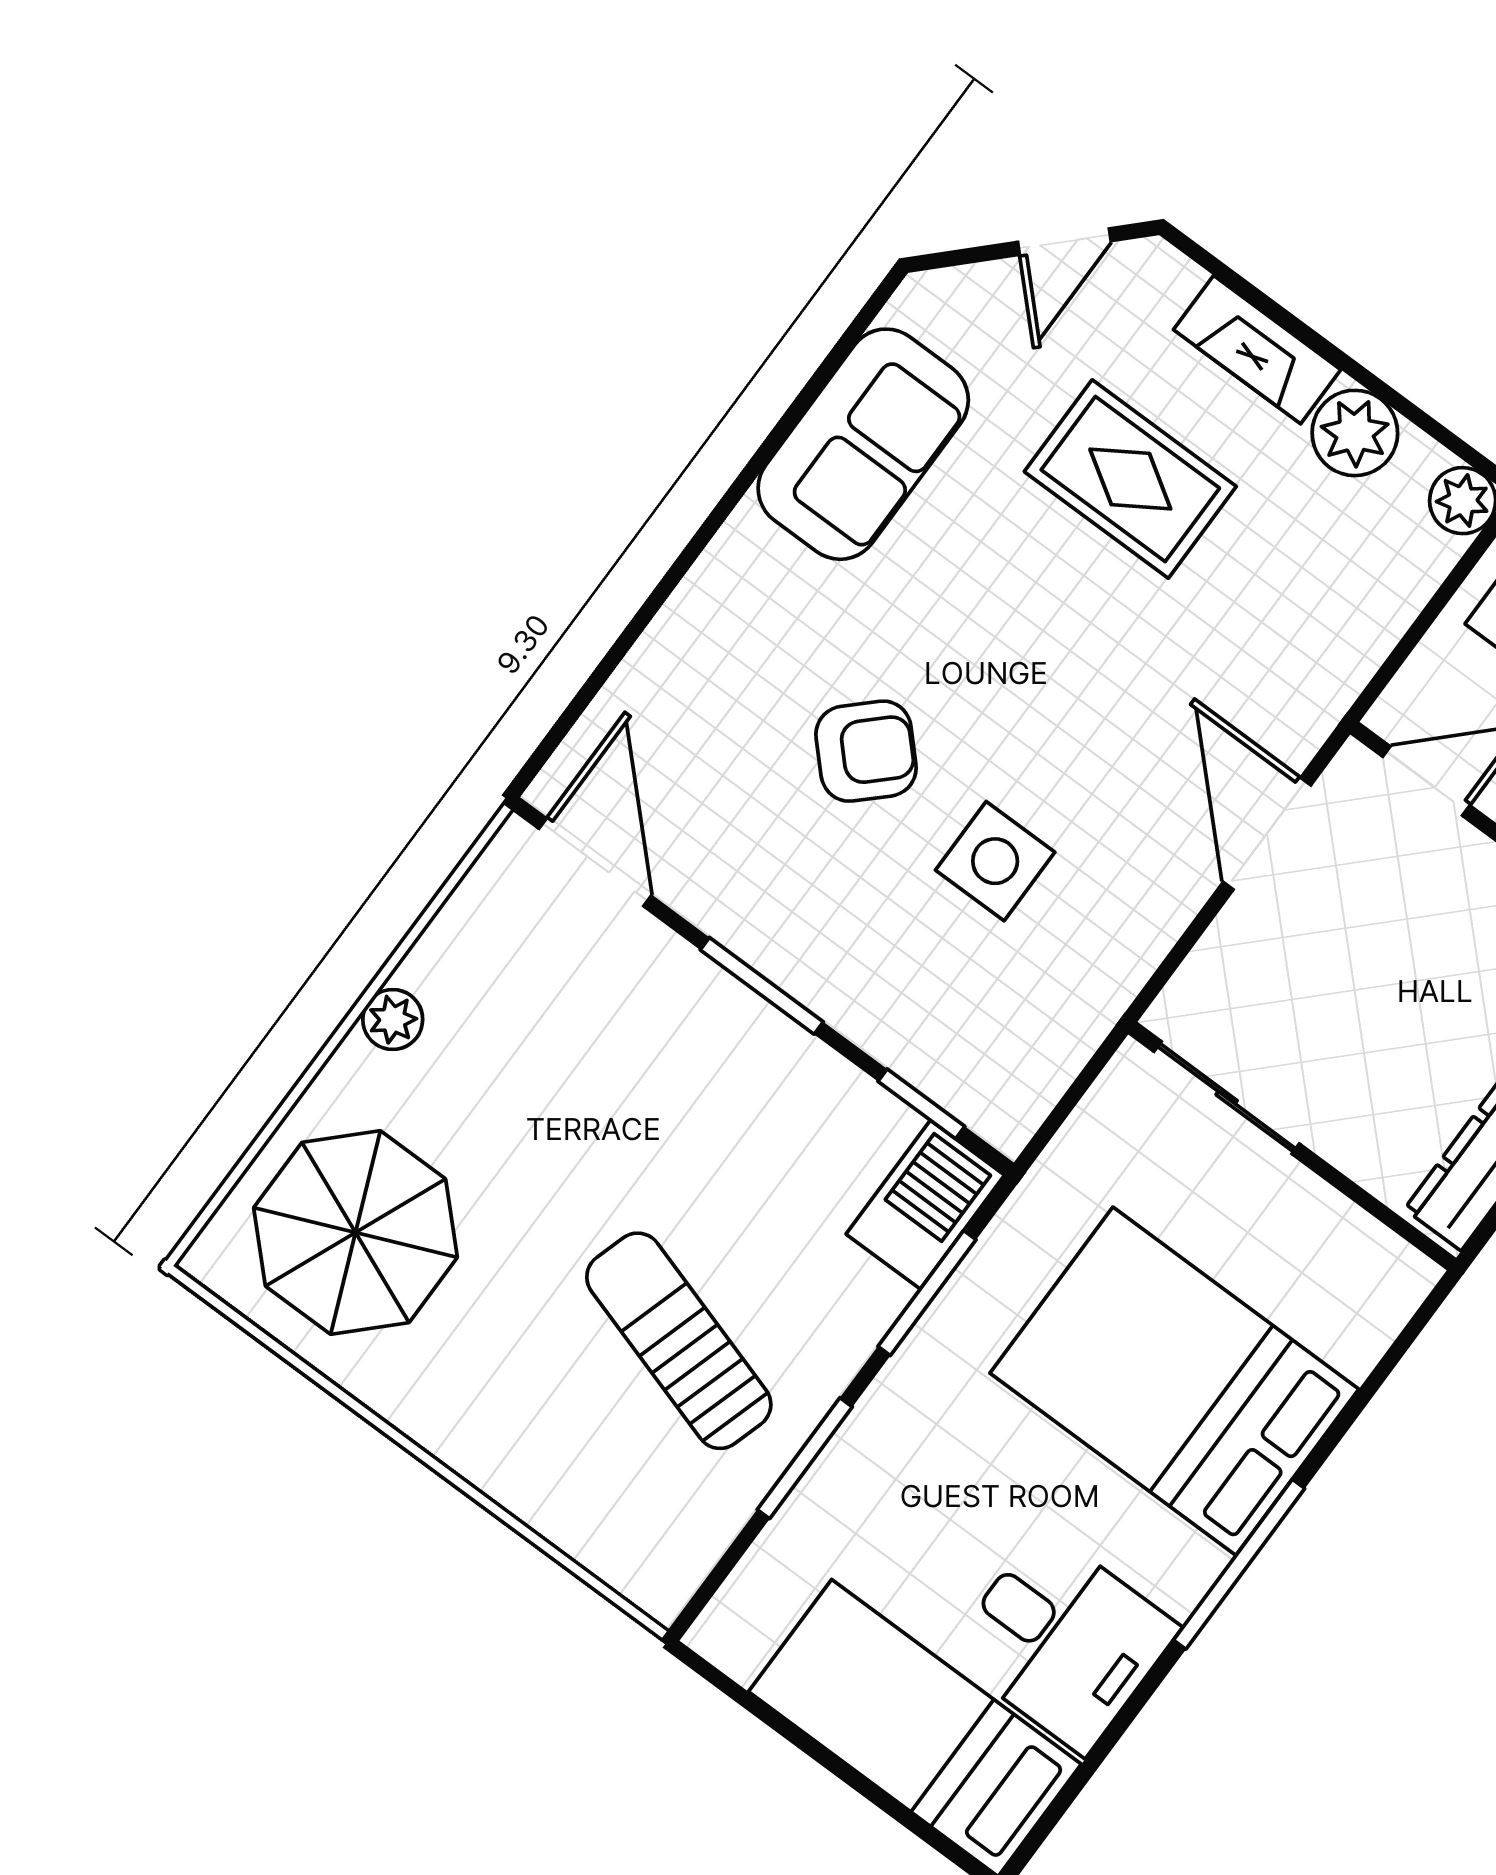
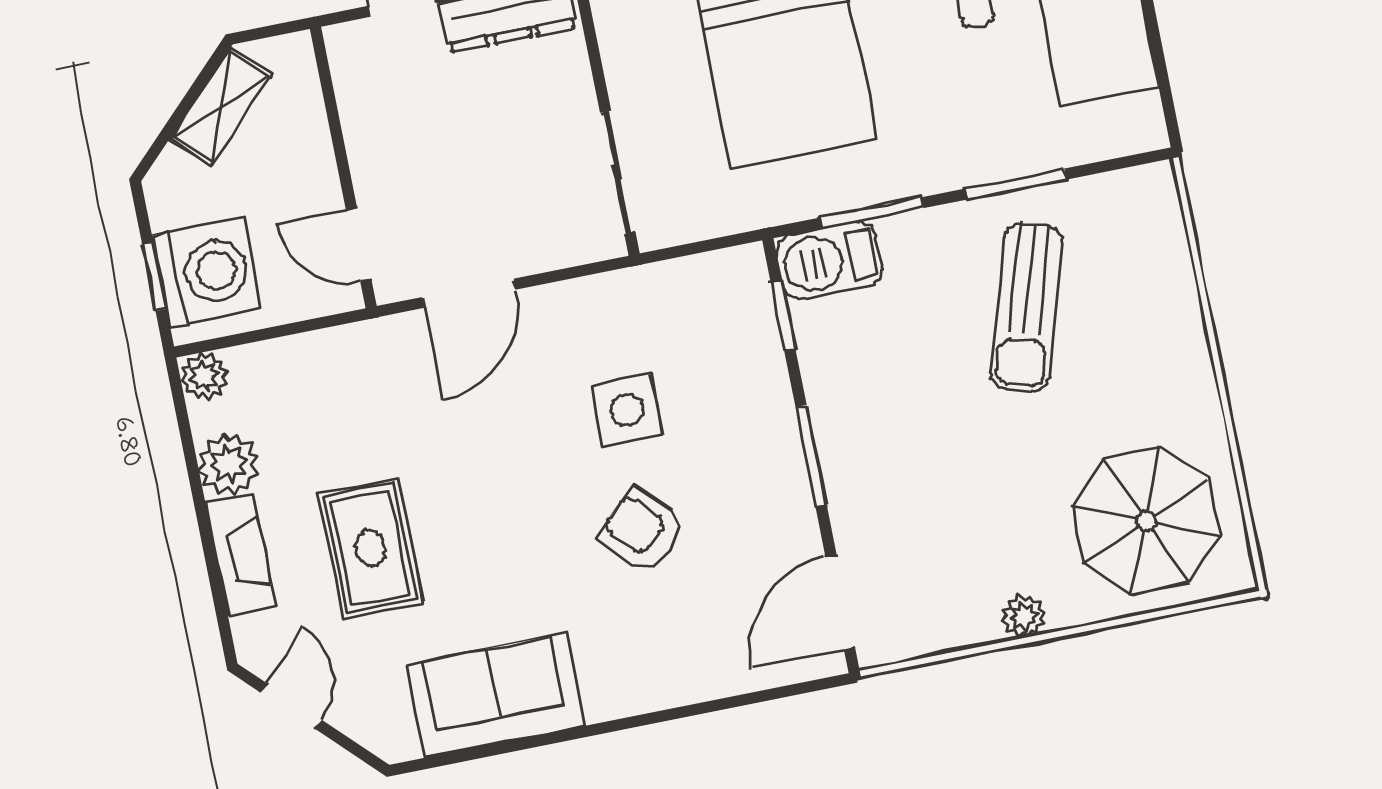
door: (1064, 242) -> (291, 706), hinge flipped

